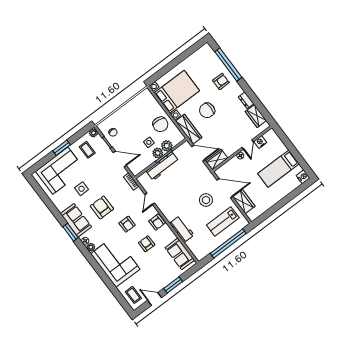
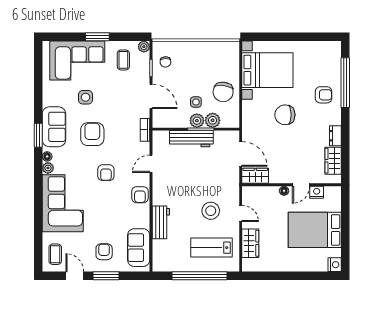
wardrobe: (189, 129) -> (250, 120), removed
bed: (279, 169) -> (315, 230), width x1.50
door: (225, 188) -> (241, 213), width x0.53
armchair: (147, 244) -> (104, 252), moved

